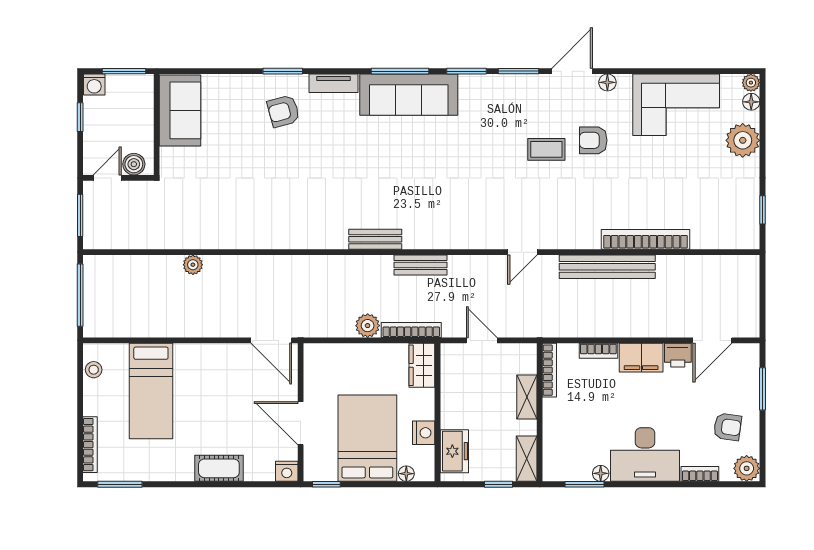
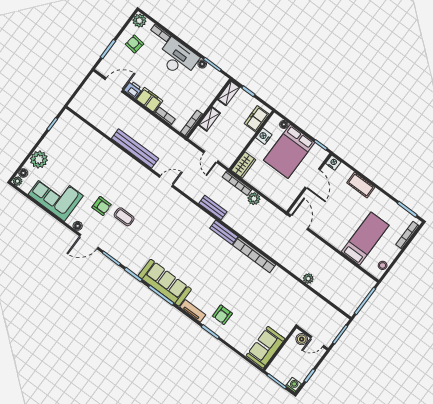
armchair: (283, 111) -> (222, 315), turned 105
bookcase: (646, 239) -> (254, 255), moved

